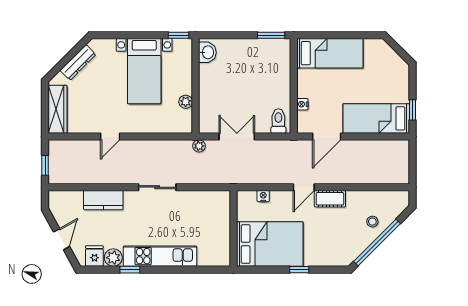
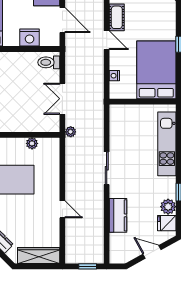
nightstand: (302, 104) -> (30, 38), width x1.89, depth x1.79
kitchen unit: (160, 256) -> (167, 144), moved

